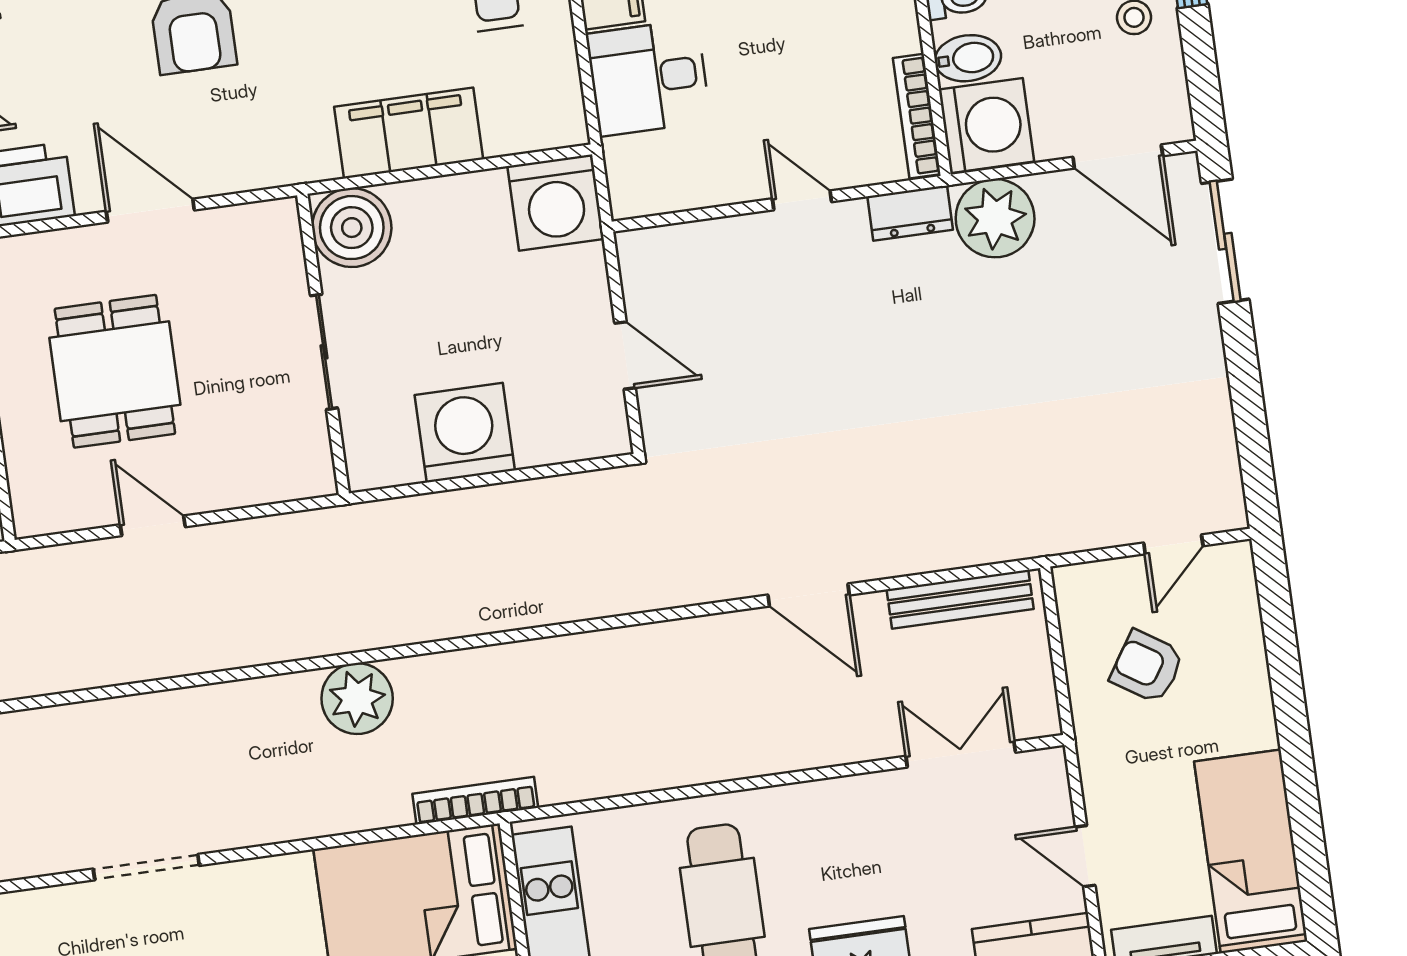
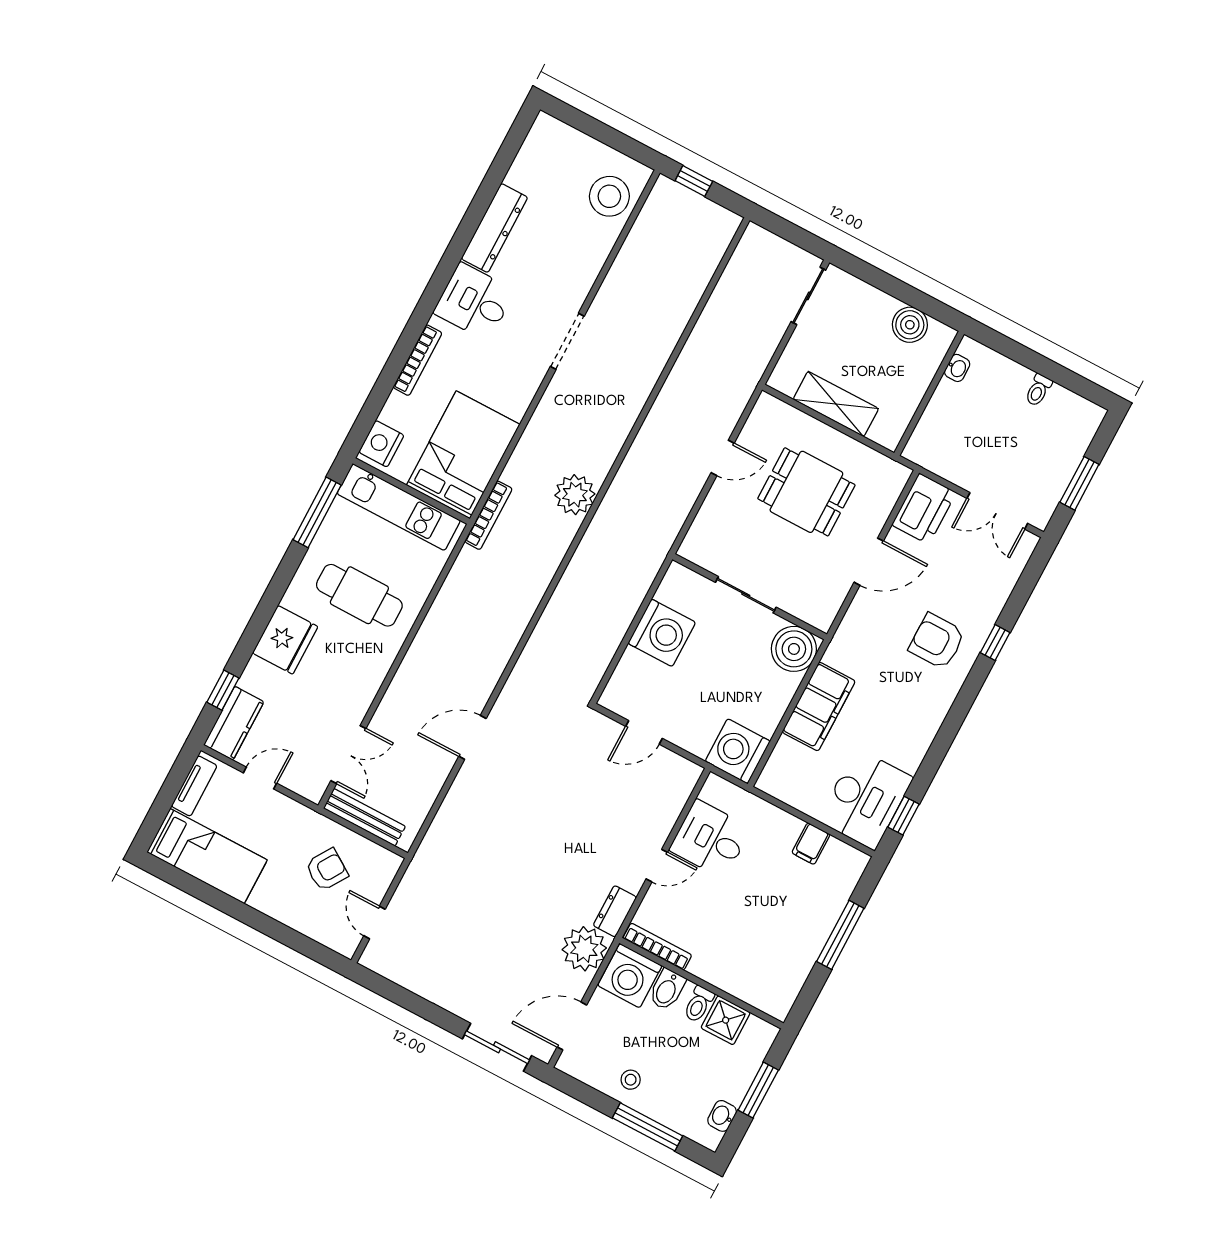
desk: (648, 78) -> (710, 839), moved, turned -90
bench: (960, 599) -> (364, 817), moved, turned 90

